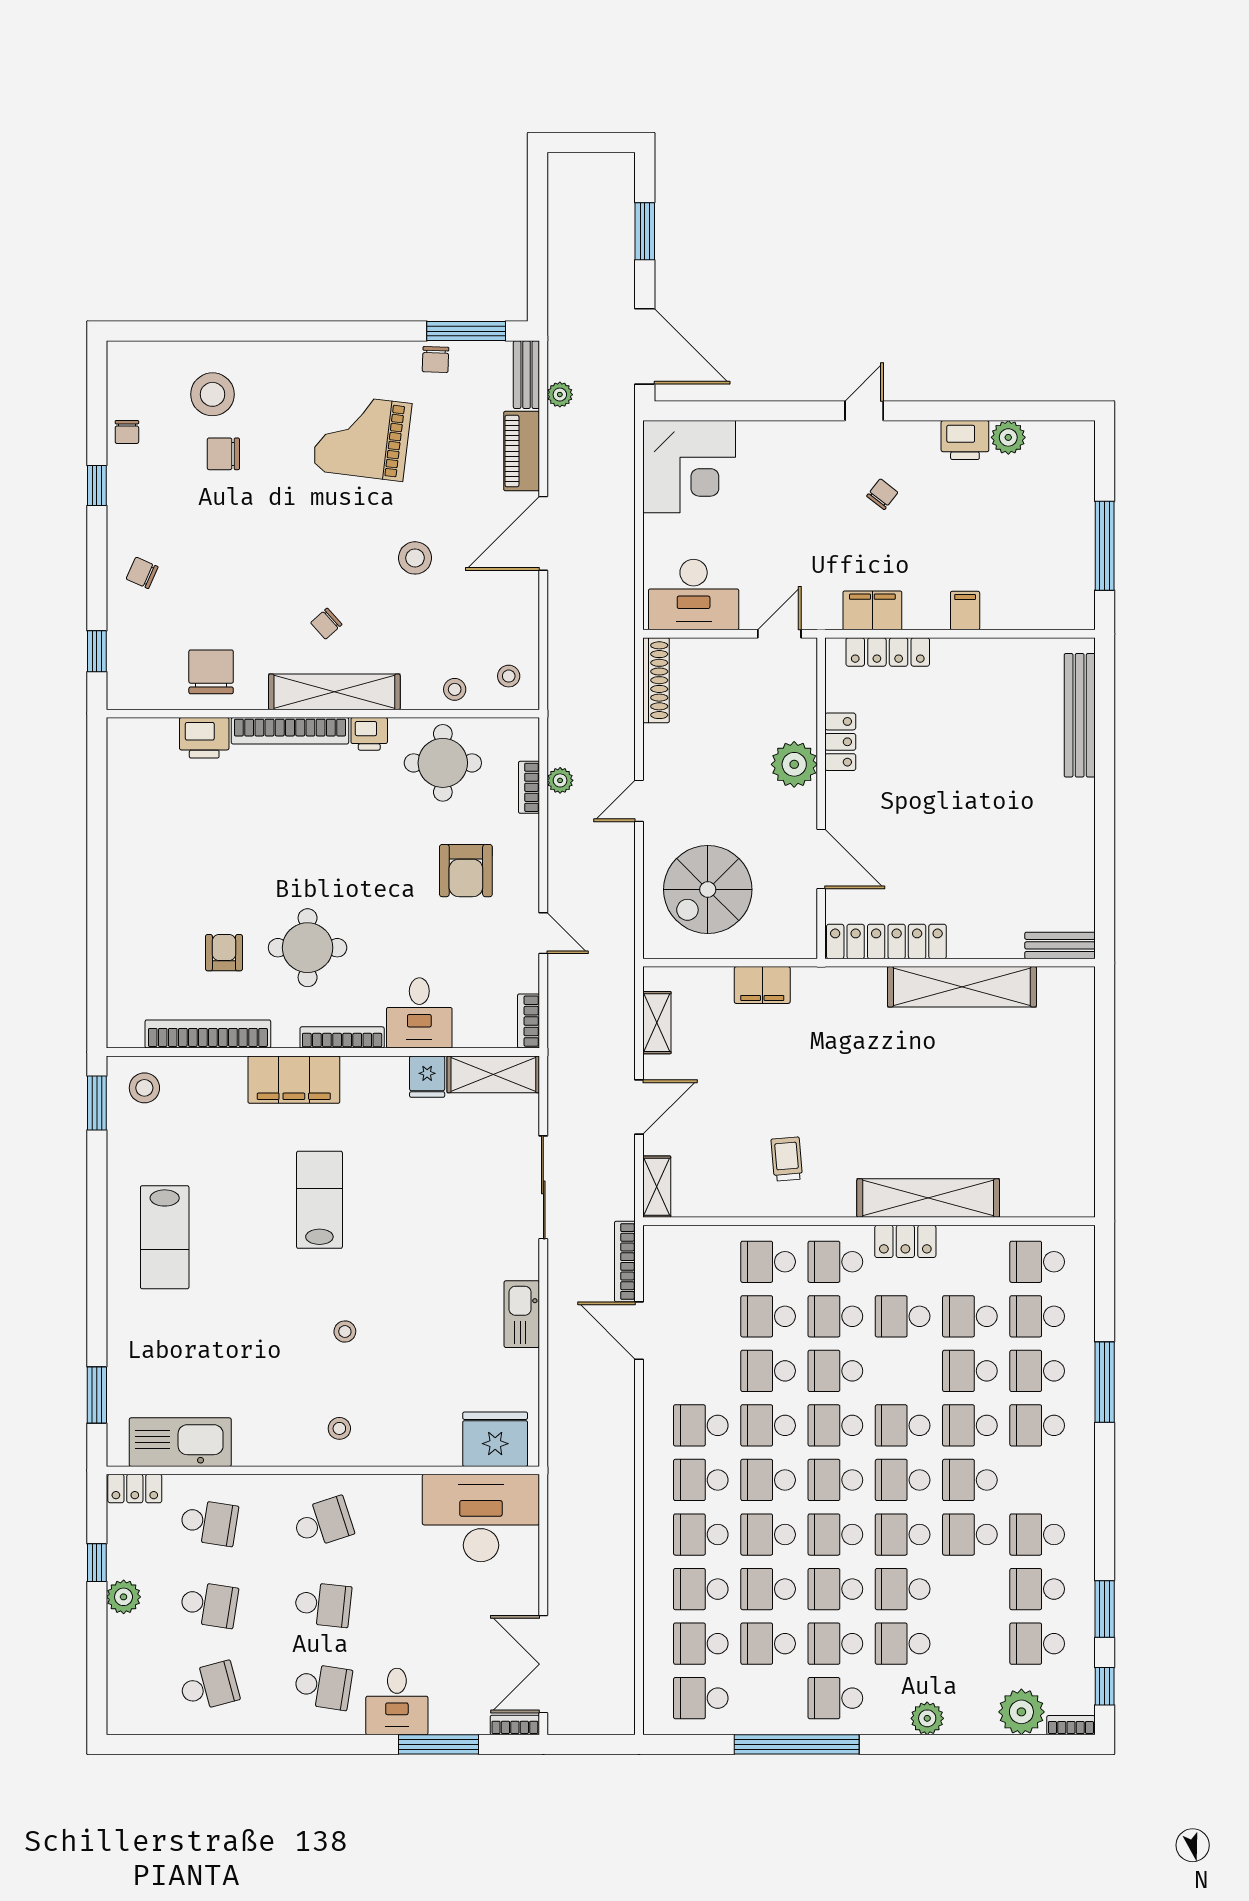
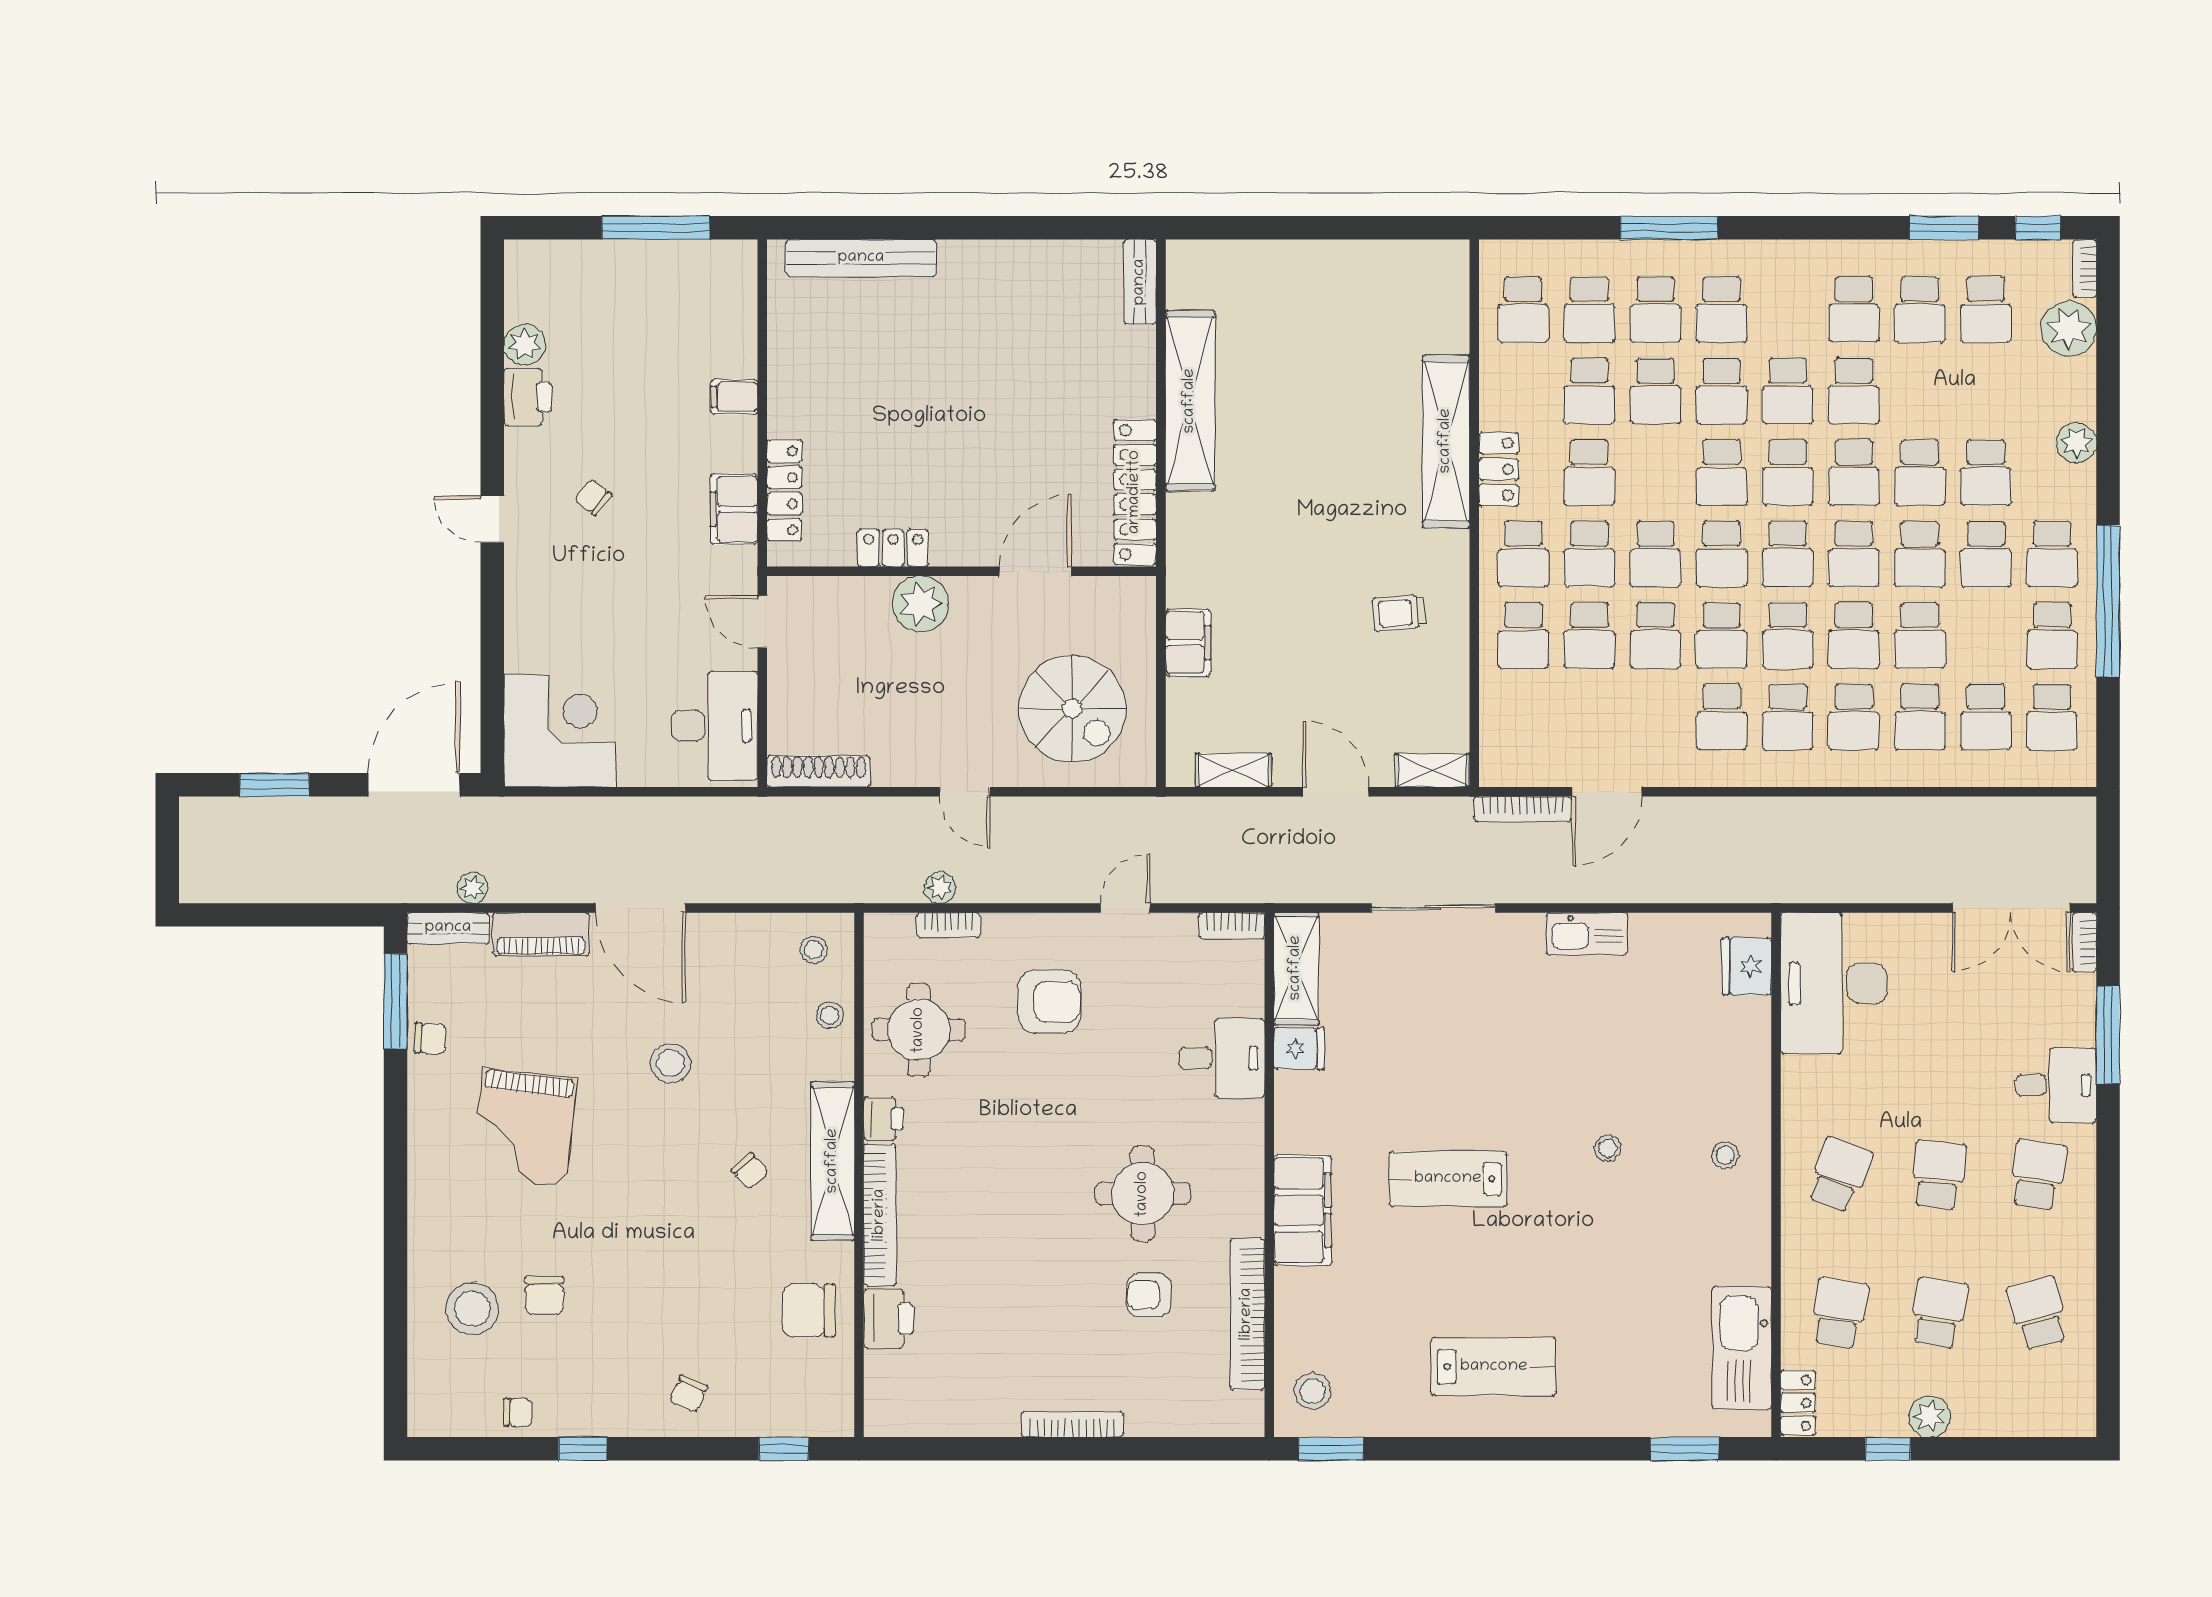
bookcase: (342, 1037) -> (1072, 1424), moved, turned 90
fridge: (495, 1439) -> (1747, 966), width x0.73, depth x0.75
school desk: (323, 1523) -> (1839, 1175), turned 39
school desk: (768, 1644) -> (2052, 635), moved

